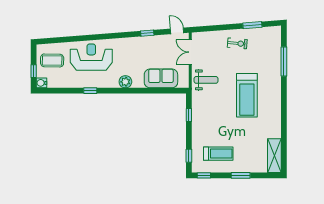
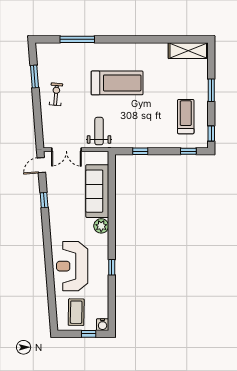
sofa: (161, 78) -> (97, 191), width x1.36

